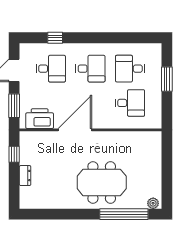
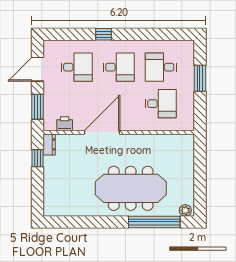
window: (55, 38) -> (104, 34), moved
printer: (40, 119) -> (65, 124), width x0.53, depth x0.68
dresser: (25, 176) -> (49, 144), moved
meeting table: (102, 182) -> (131, 188), width x1.36

